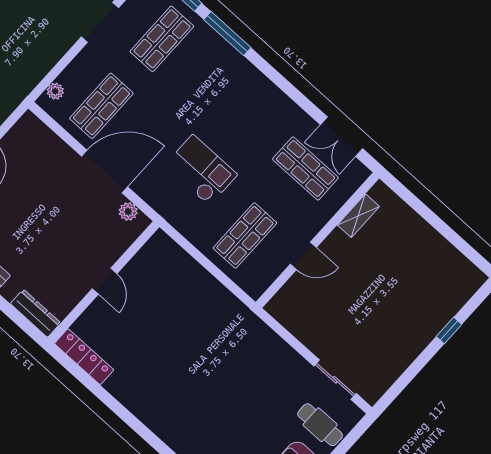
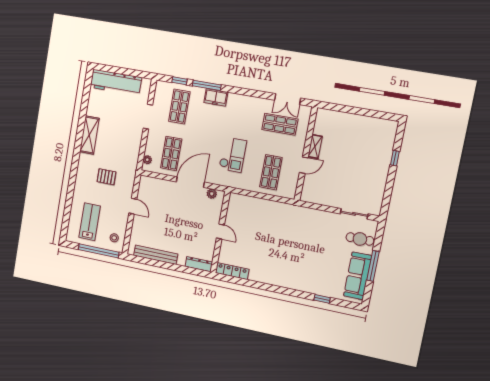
freezer: (230, 62) -> (216, 97), added
checkout: (201, 170) -> (233, 155), turned 90
shelving: (358, 216) -> (315, 147), moved

